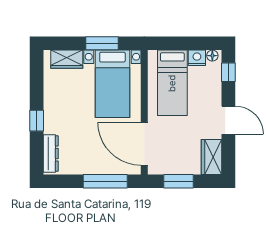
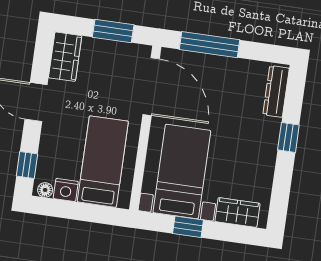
window: (102, 43) -> (188, 227), width x0.67

